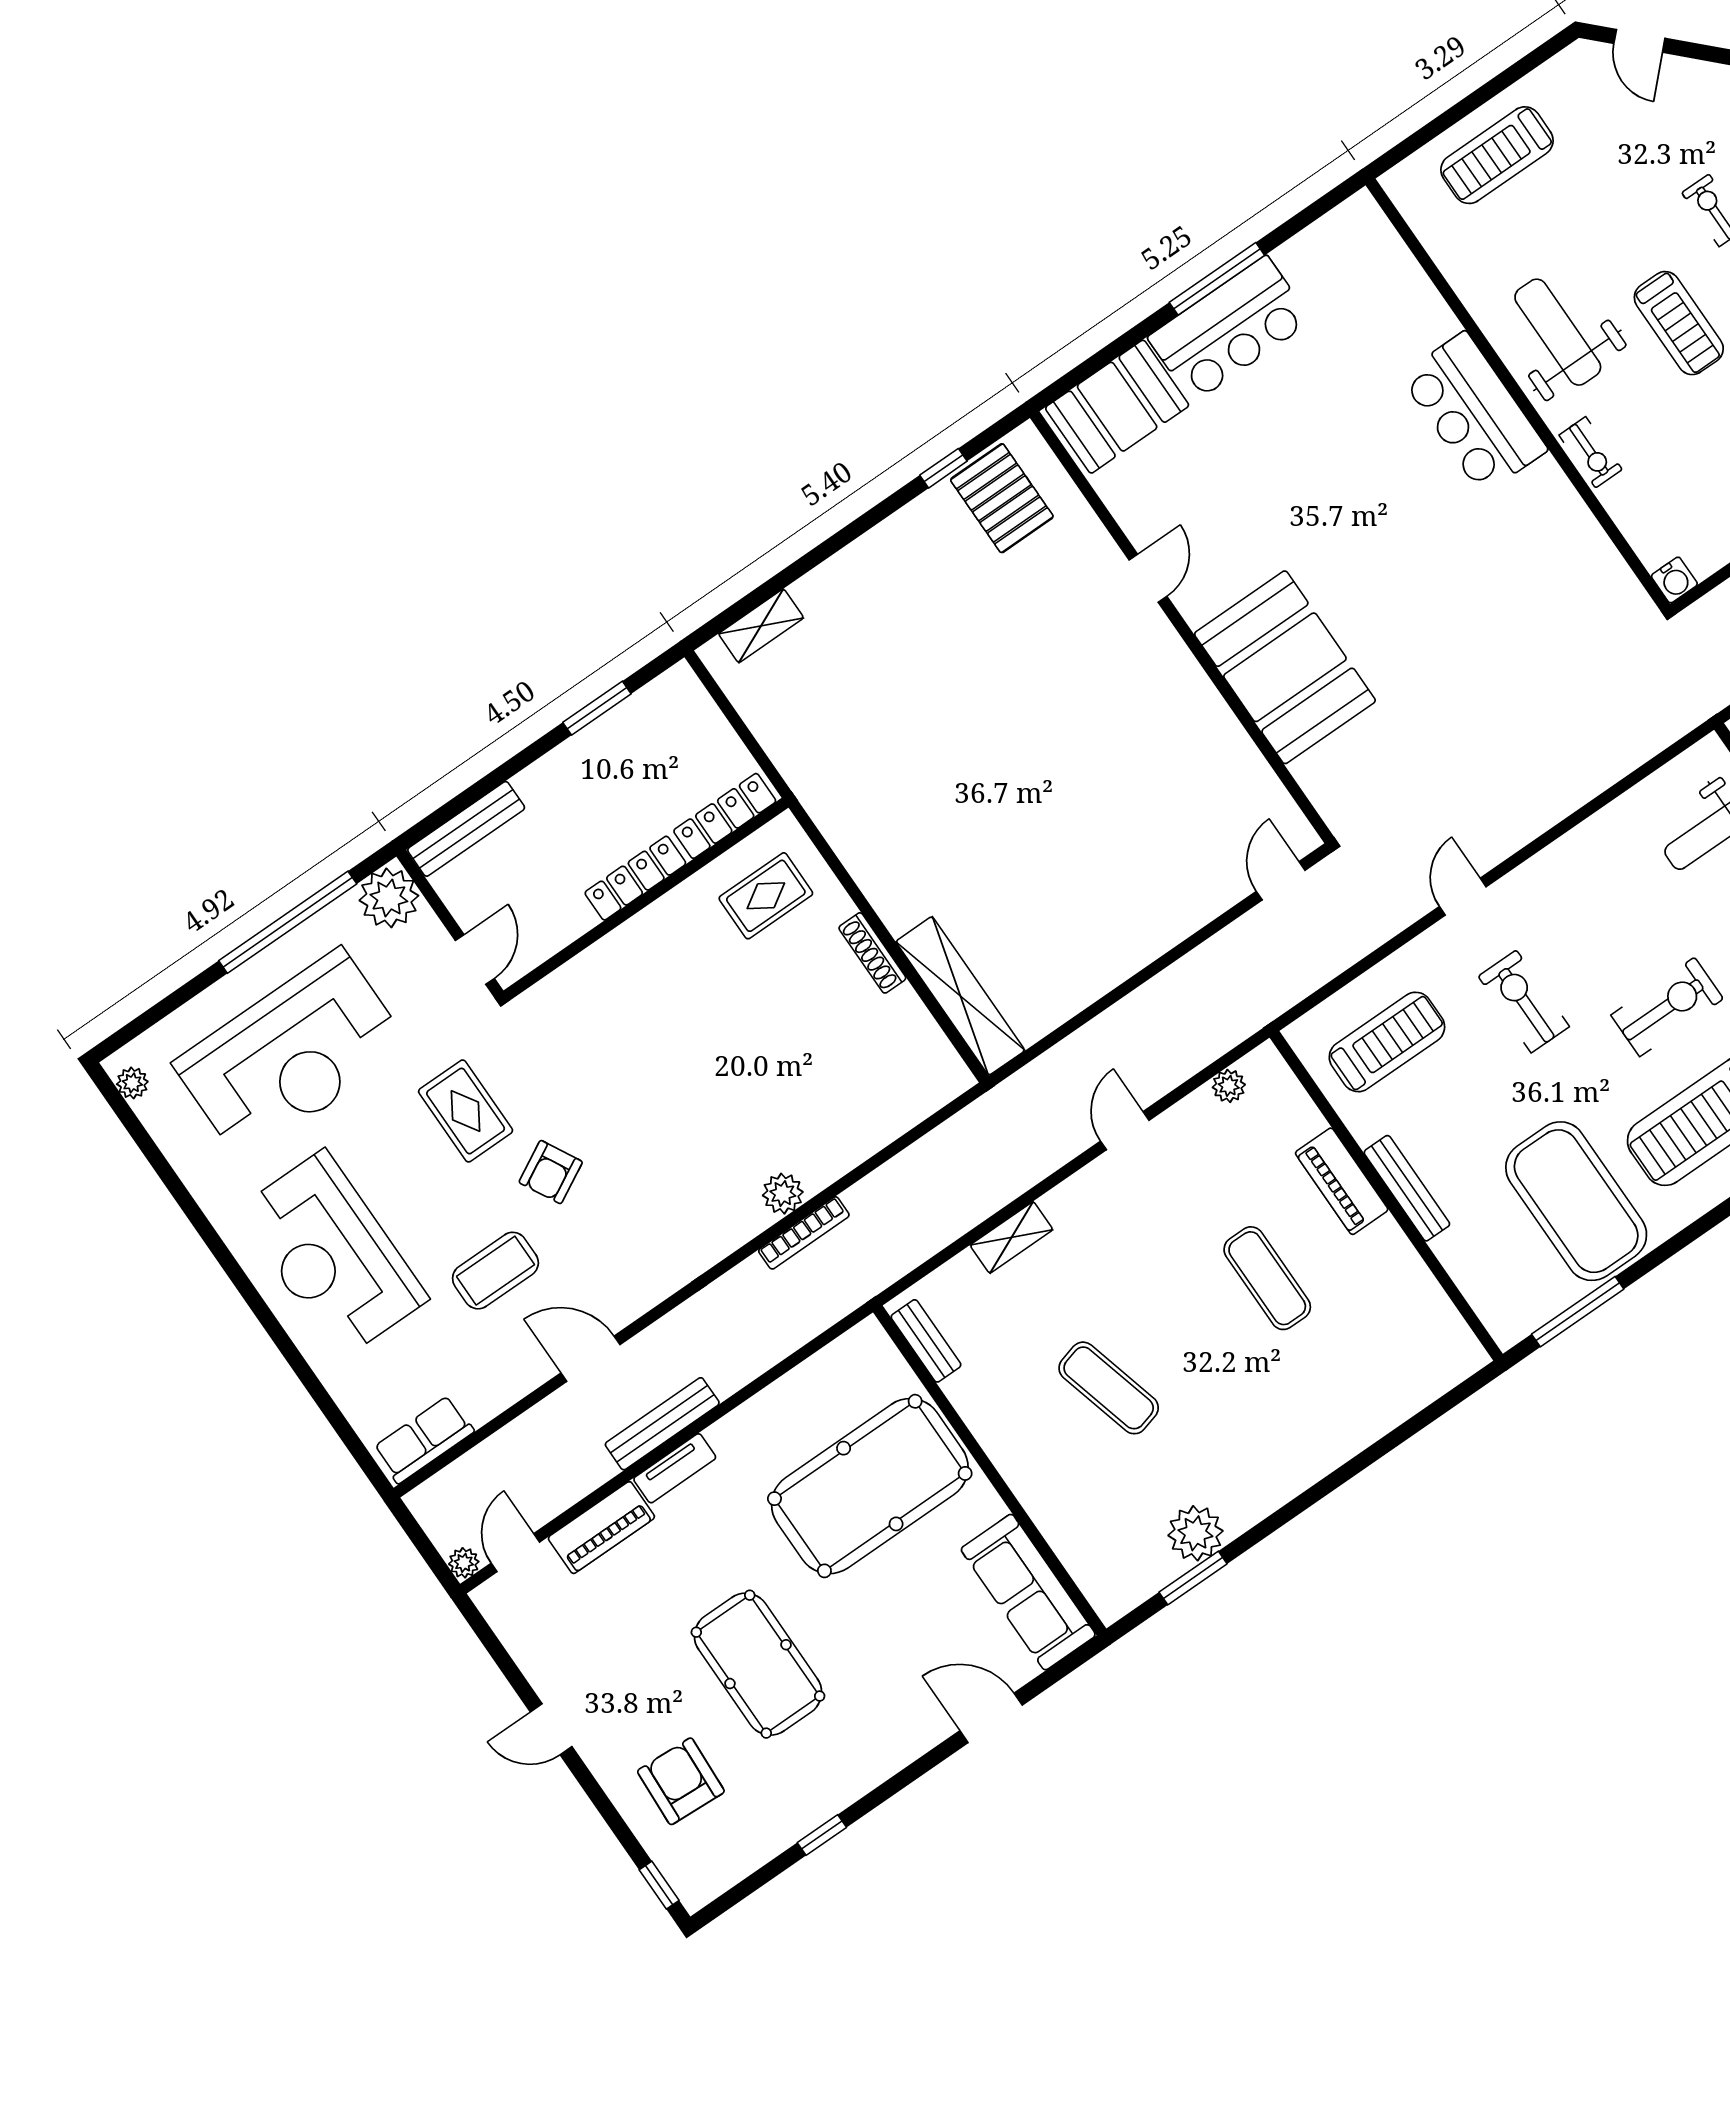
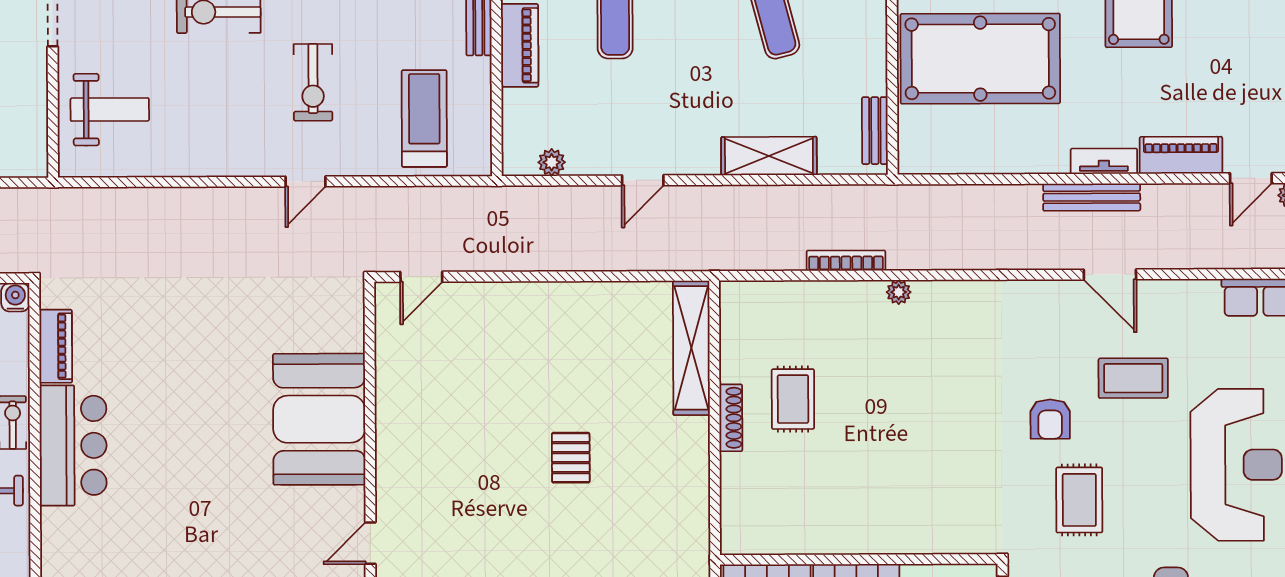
bar counter: (1474, 413) -> (73, 445), moved
piano: (1600, 559) -> (56, 346), added
pallet: (1006, 802) -> (571, 458), added
rug: (766, 896) -> (793, 399), moved, turned 90
treadmill: (1387, 1042) -> (424, 118), turned 90
armchair: (551, 1172) -> (1050, 419), turned 118
plant: (783, 1194) -> (899, 292), width x0.73, depth x0.73
bookcase: (804, 1233) -> (846, 261), moved
shelving: (1012, 1237) -> (769, 156), width x1.50, depth x1.33

